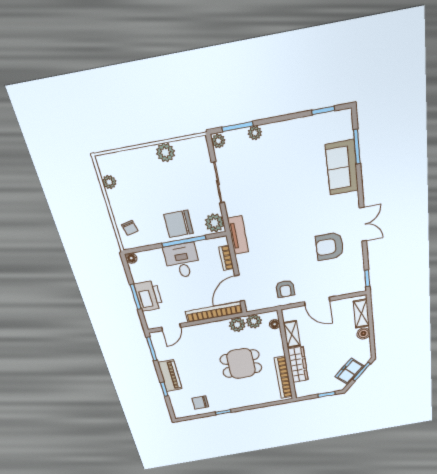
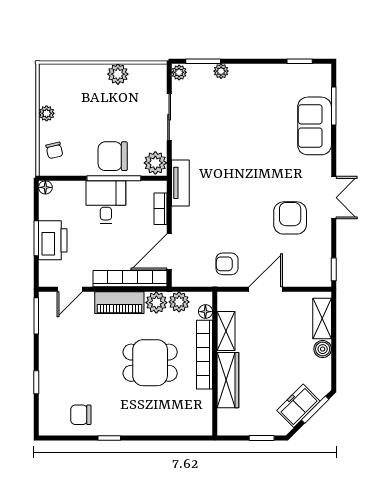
plant: (109, 182) -> (47, 113), moved
armchair: (330, 246) -> (290, 218), turned 90
armchair: (285, 289) -> (227, 264), turned 90
door: (317, 301) -> (266, 289), swing flipped
piano: (170, 376) -> (119, 303), moved, turned 90
bookcase: (283, 378) -> (205, 355), moved

